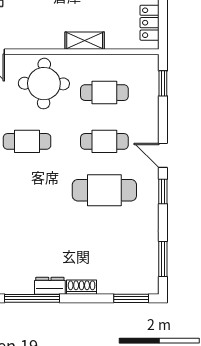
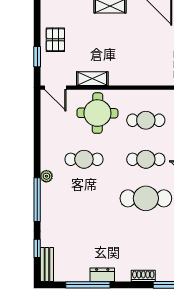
shelving: (85, 41) -> (92, 79), moved
shoe rack: (82, 287) -> (143, 276), moved

